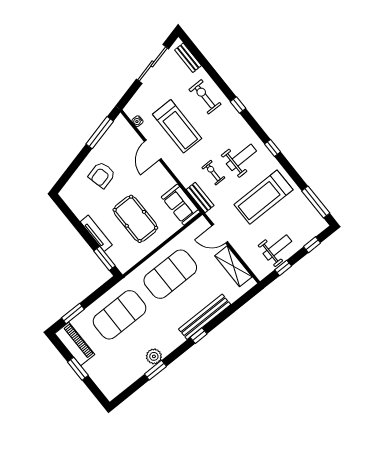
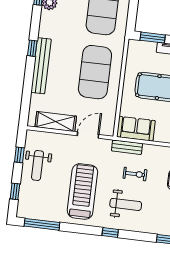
weight bench: (241, 157) -> (126, 204), turned -90

